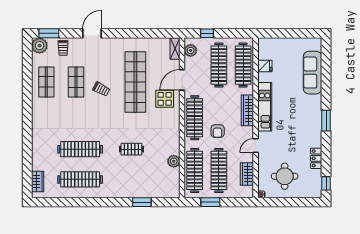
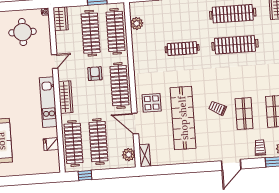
window: (207, 33) -> (85, 175), moved
door: (182, 80) -> (135, 124), swing flipped
clothes rail: (131, 149) -> (182, 49), width x1.36
plant: (174, 161) -> (137, 23), moved
wardrobe: (247, 174) -> (61, 19), moved

